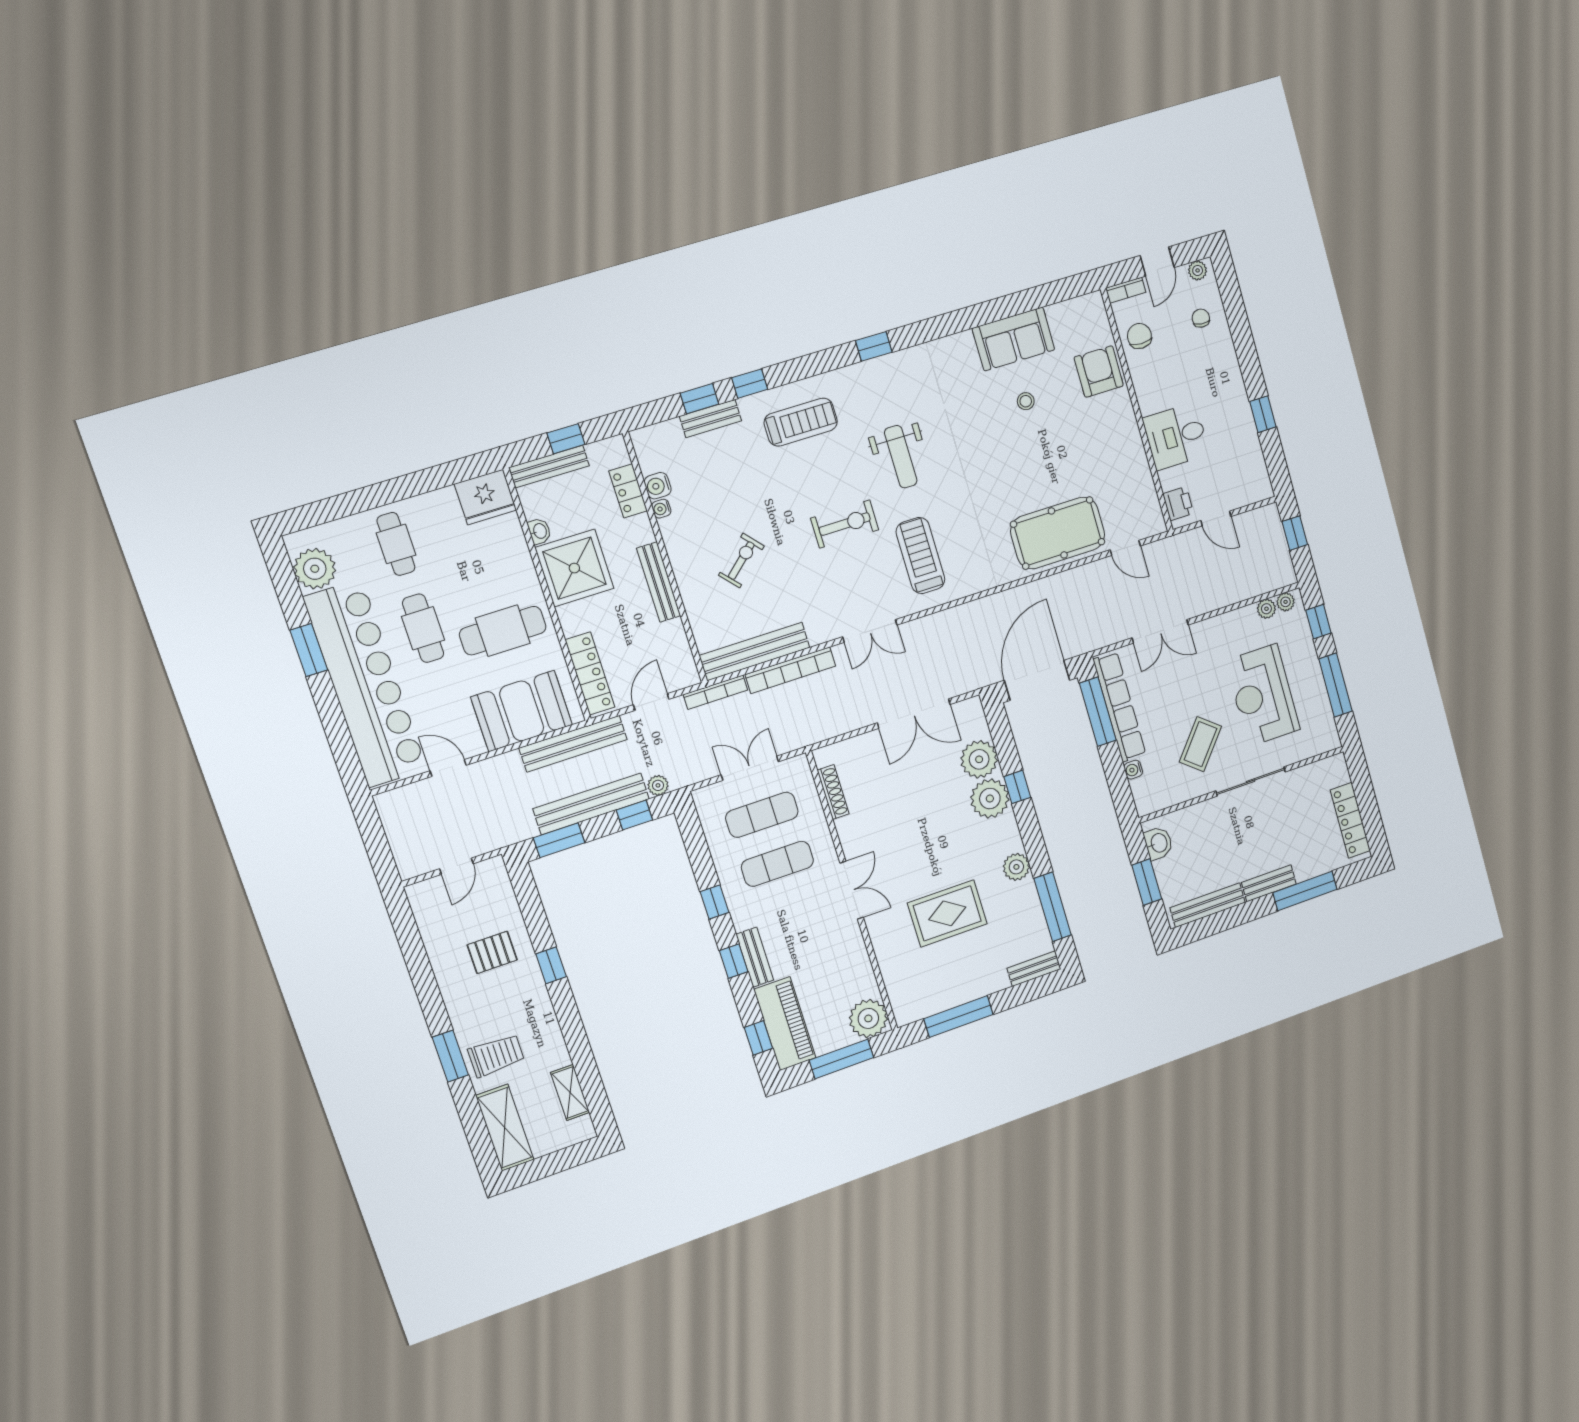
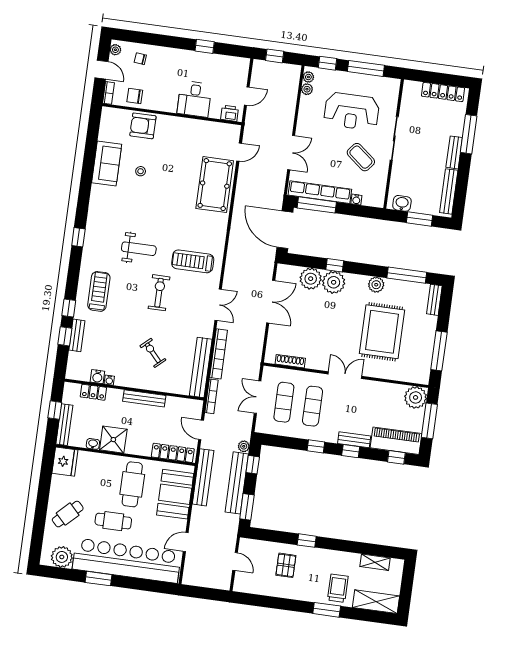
cafe table: (396, 544) -> (68, 514), turned -44
shower: (574, 568) -> (113, 440), width x0.73, depth x0.73
rug: (947, 913) -> (382, 332), width x1.37, depth x1.44

